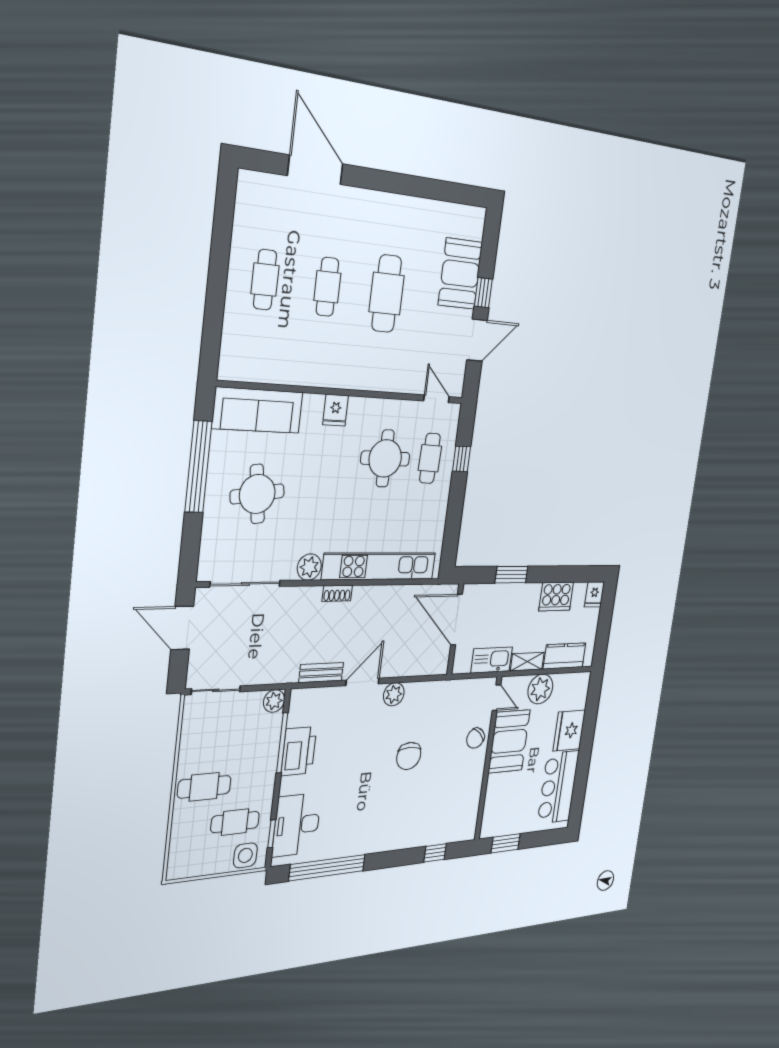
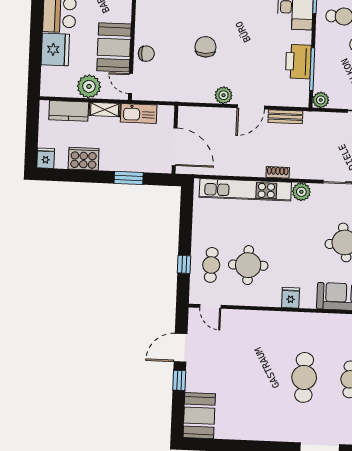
booth: (460, 274) -> (199, 416), moved
cafe table: (327, 287) -> (304, 377), width x1.37, depth x1.35
cafe table: (387, 294) -> (258, 376), removed
chair: (475, 738) -> (146, 54), turned 47

